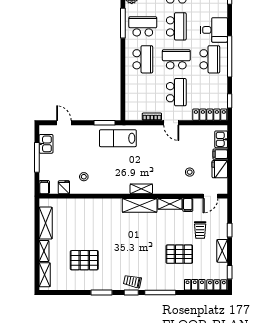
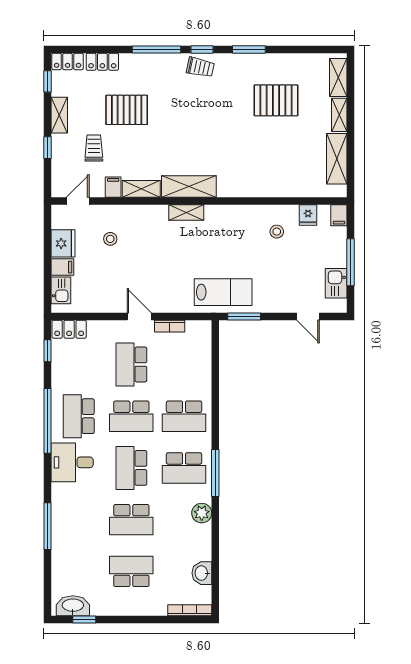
school desk: (143, 59) -> (184, 416), turned -90
locker: (210, 115) -> (69, 329), width x0.66

